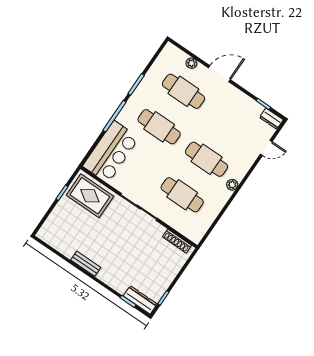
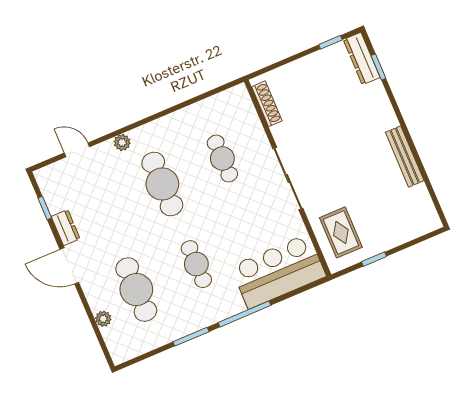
door: (219, 74) -> (69, 266), moved
dresser: (271, 119) -> (66, 228), moved
cafe table: (159, 127) -> (196, 264), width x0.73, depth x0.74
plant: (232, 185) -> (122, 142), moved
cafe table: (182, 195) -> (222, 158), width x0.73, depth x0.74
rug: (90, 196) -> (341, 232), width x0.73, depth x0.70
bench: (86, 264) -> (405, 156), width x1.36

